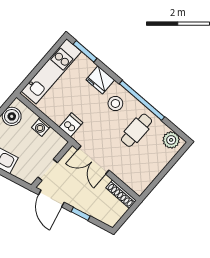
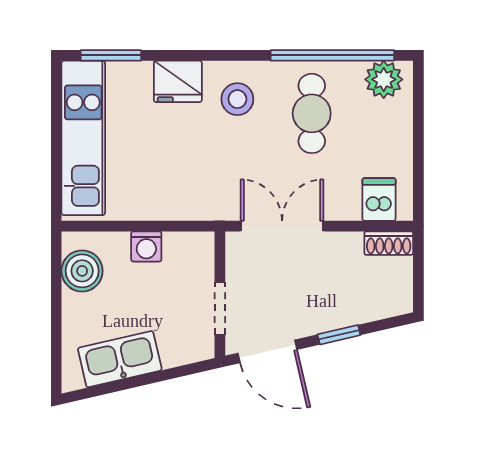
window: (142, 100) -> (332, 55), moved
dishwasher: (71, 125) -> (379, 199), moved
double door: (93, 160) -> (282, 226), swing flipped
shoe rack: (121, 194) -> (389, 243), width x0.70

